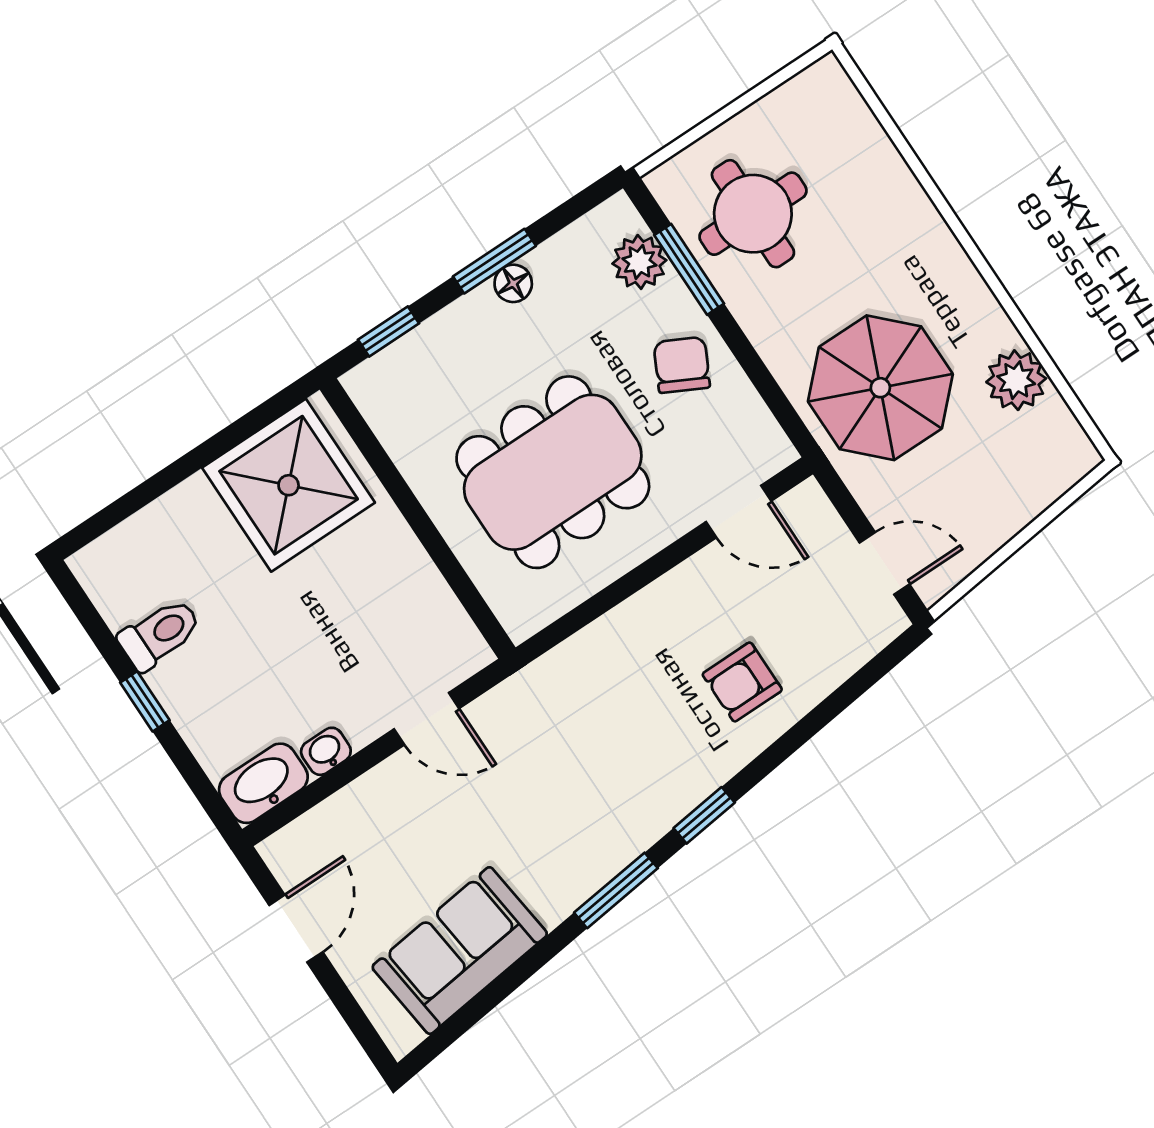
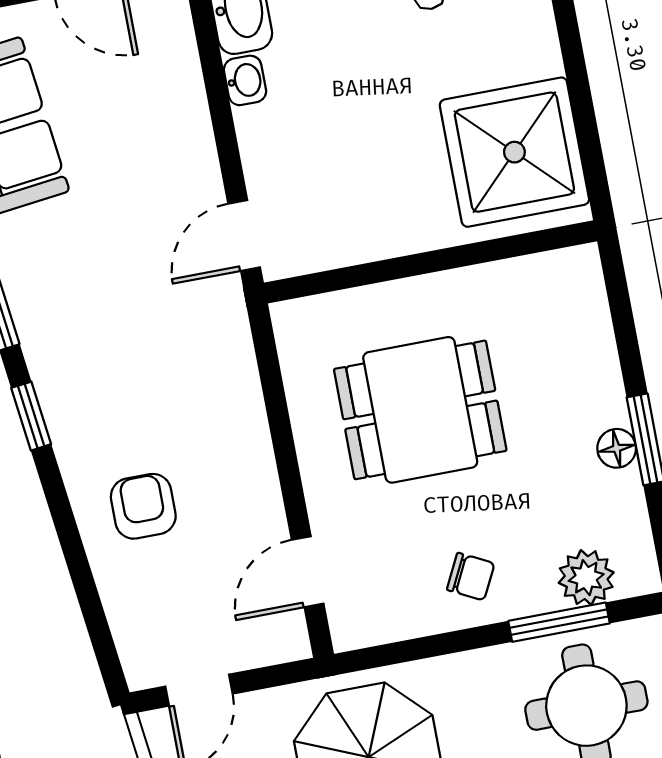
window: (388, 332) -> (621, 310), removed
chair: (682, 365) -> (471, 577), width x0.73, depth x0.73
dining table: (553, 472) -> (420, 410), width x0.73
door: (427, 719) -> (244, 235), moved

